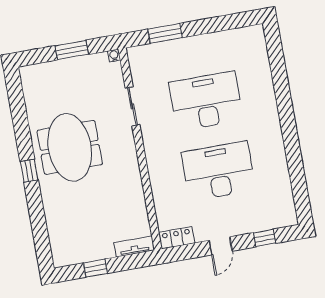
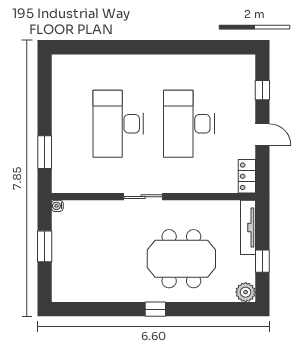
sliding door: (133, 106) -> (143, 197), moved
meeting table: (70, 147) -> (181, 259), moved
tv unit: (134, 247) -> (248, 227), width x1.41
plant: (62, 257) -> (246, 292), added

